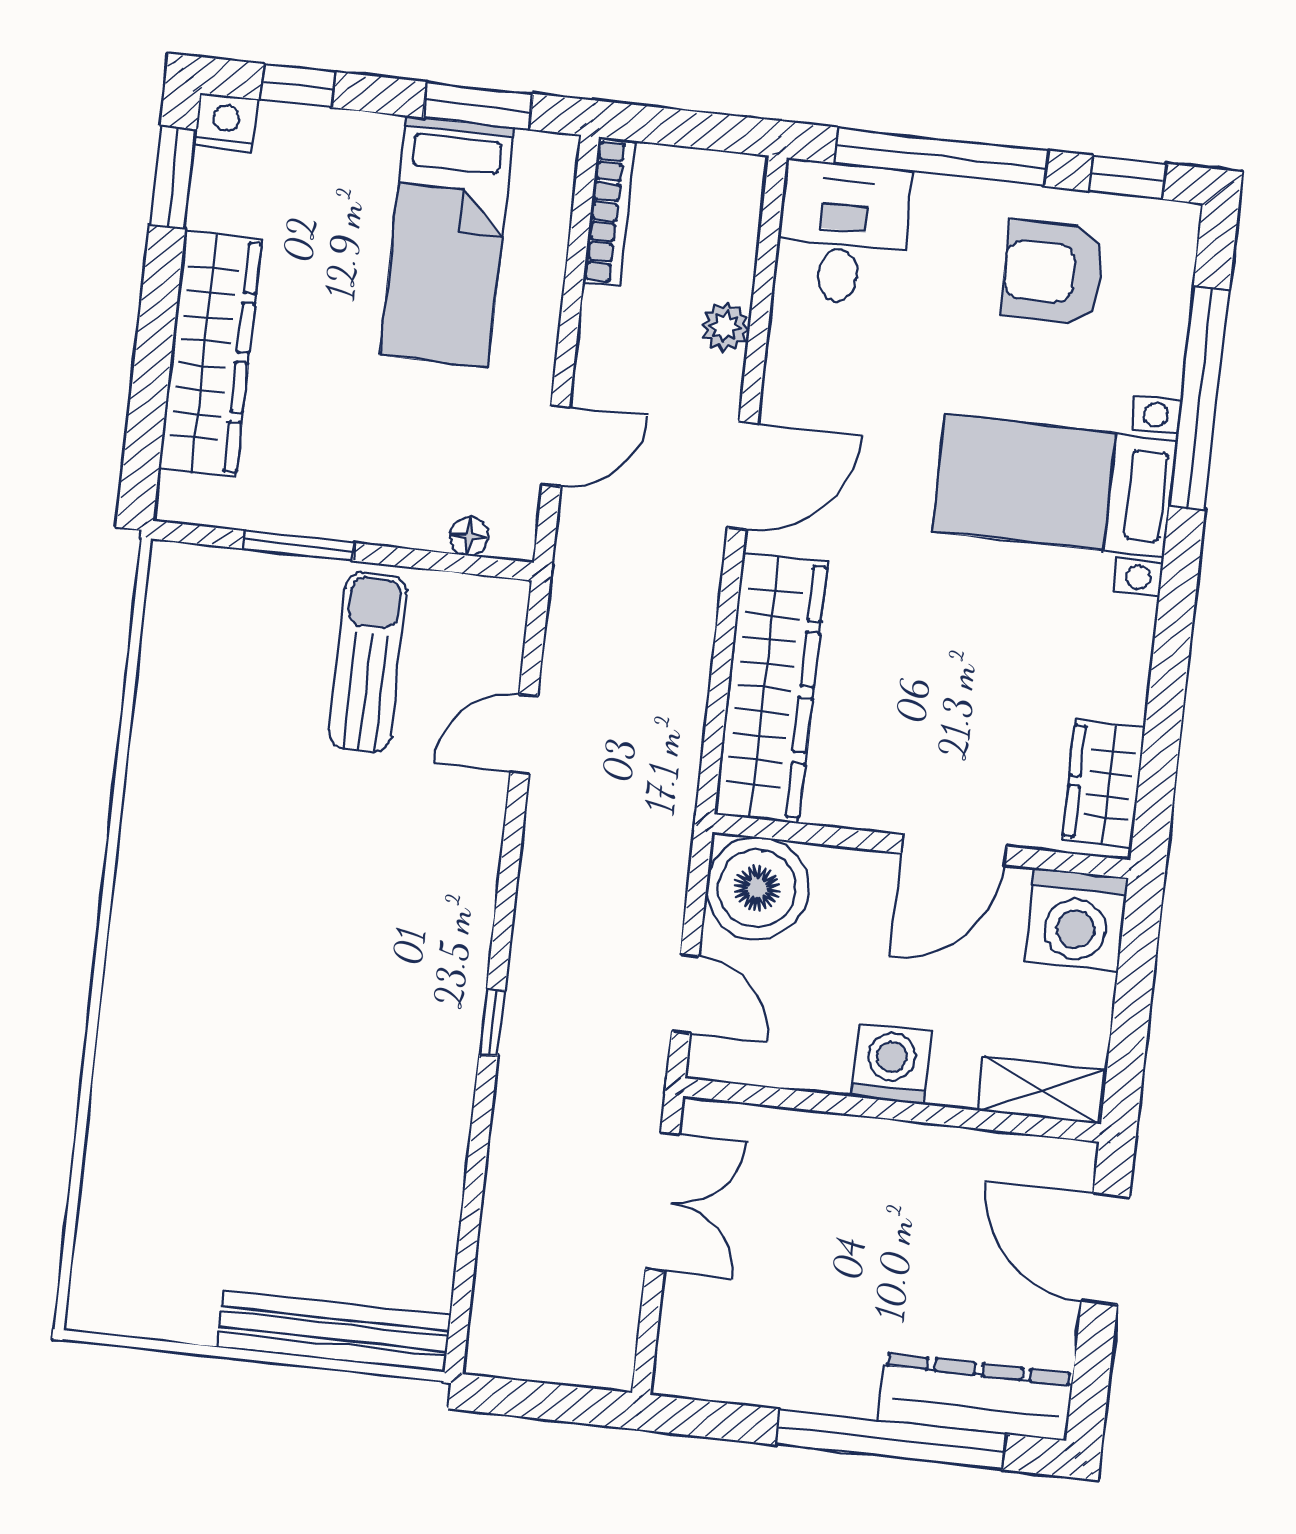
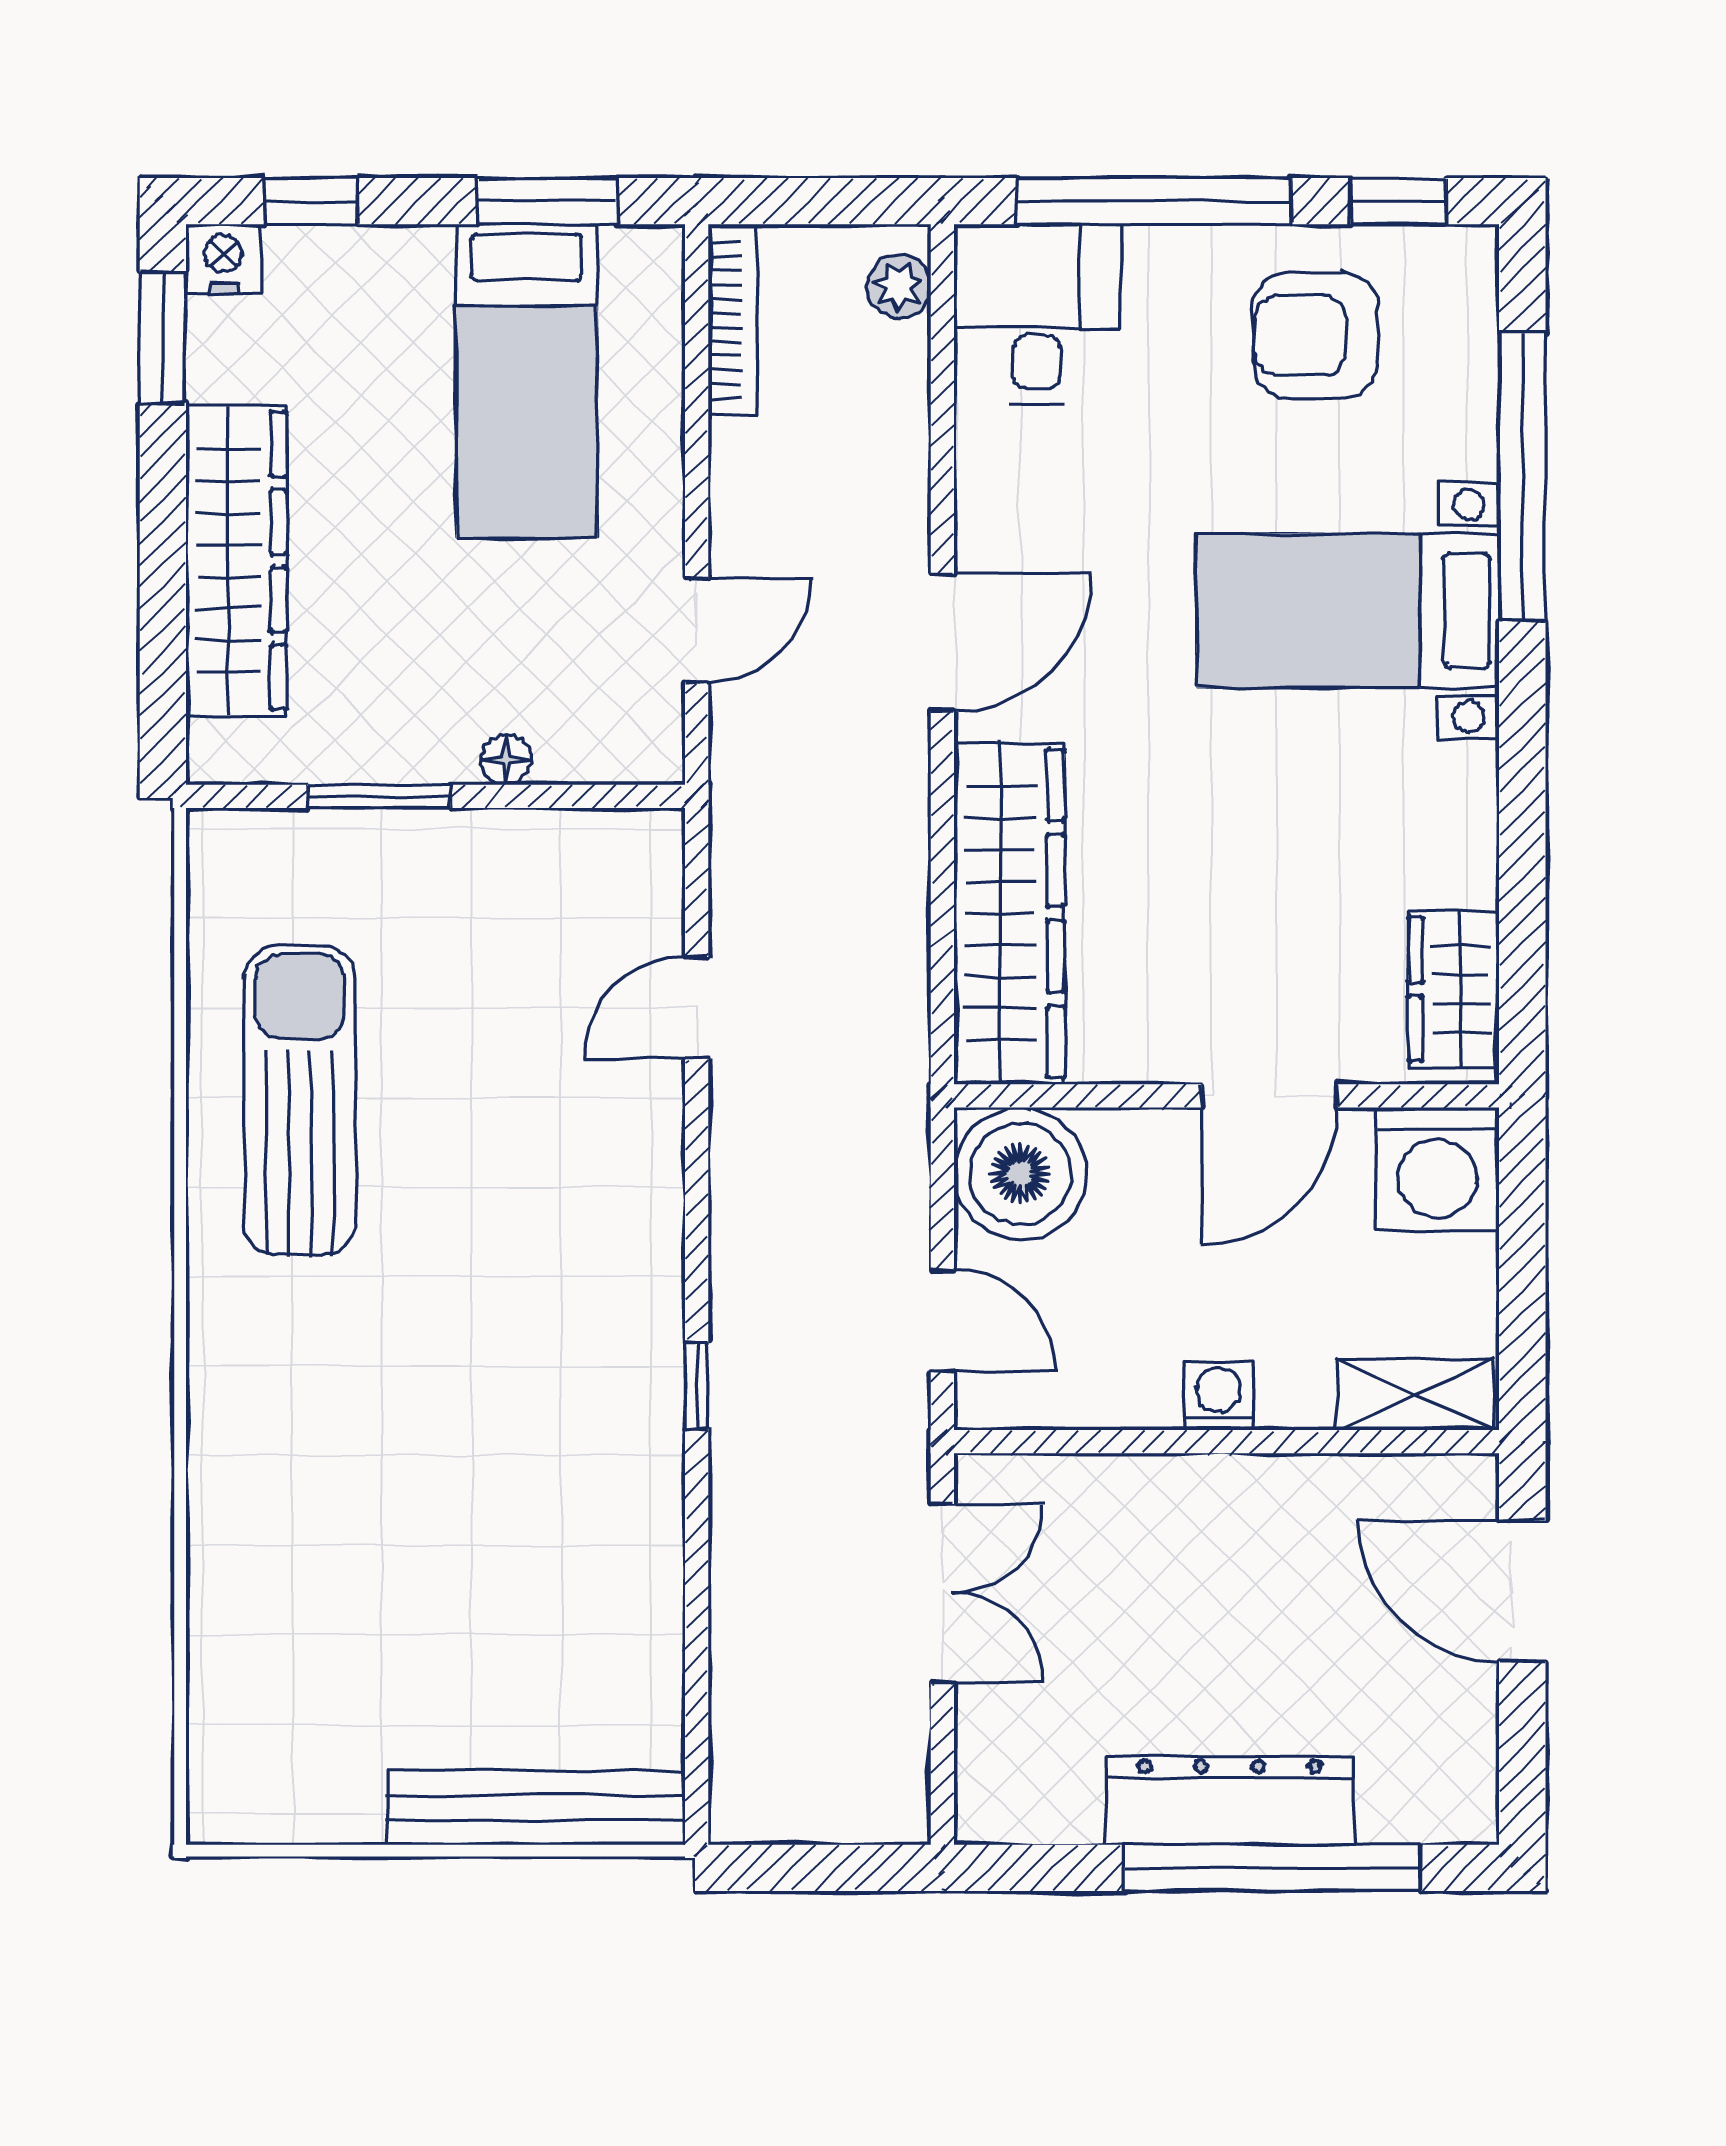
plant: (725, 327) -> (899, 286), moved
floor lamp: (469, 536) -> (506, 760), moved
sun lounger: (368, 662) -> (300, 1100), moved, width x1.36, depth x1.34
washing machine: (891, 1064) -> (1219, 1395), width x0.73, depth x0.73
dresser: (976, 1397) -> (1230, 1801), moved

